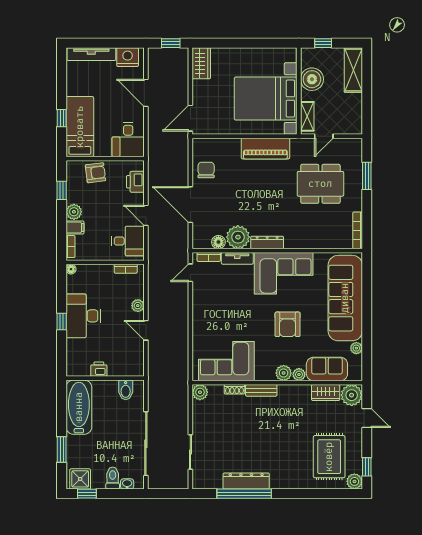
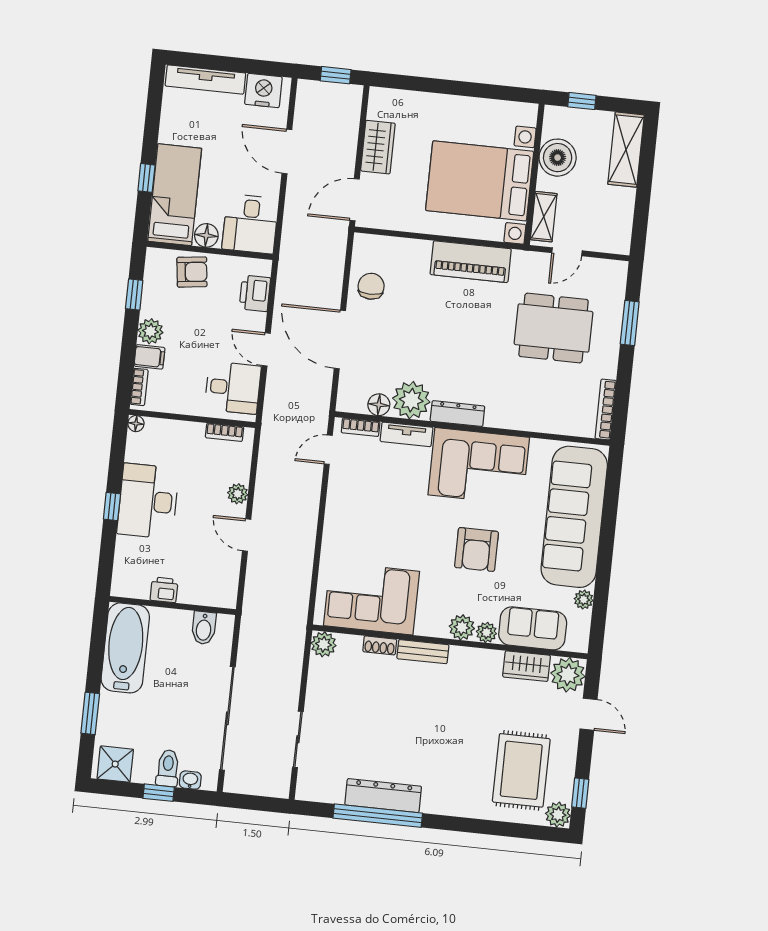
wardrobe: (201, 63) -> (378, 147), moved
floor lamp: (102, 149) -> (206, 235), added
window: (87, 494) -> (159, 793), moved

